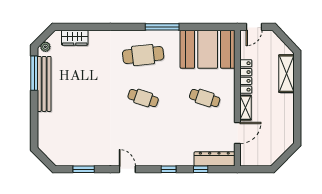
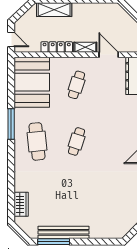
plant: (45, 47) -> (29, 231), removed

